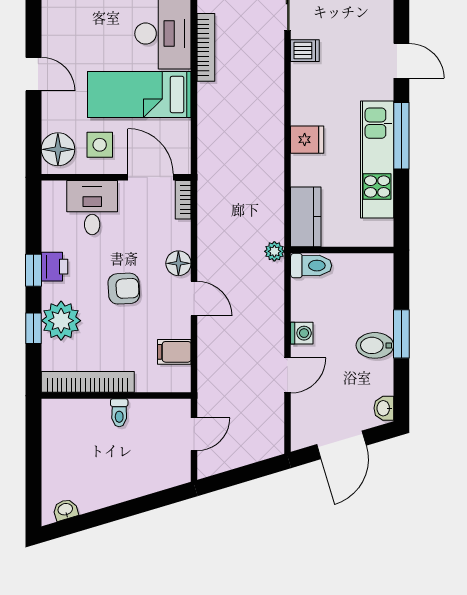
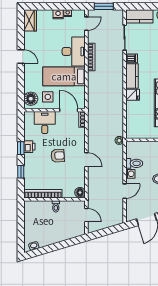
door: (33, 74) -> (21, 57), moved
kitchen counter: (306, 217) -> (132, 76), moved
floor lamp: (178, 263) -> (80, 192), moved
toilet: (311, 266) -> (134, 163), moved
plant: (61, 321) -> (32, 169), removed
filing cabinet: (174, 352) -> (78, 181), removed
door: (194, 434) -> (86, 215), hinge flipped

